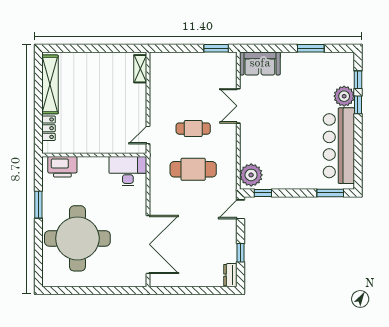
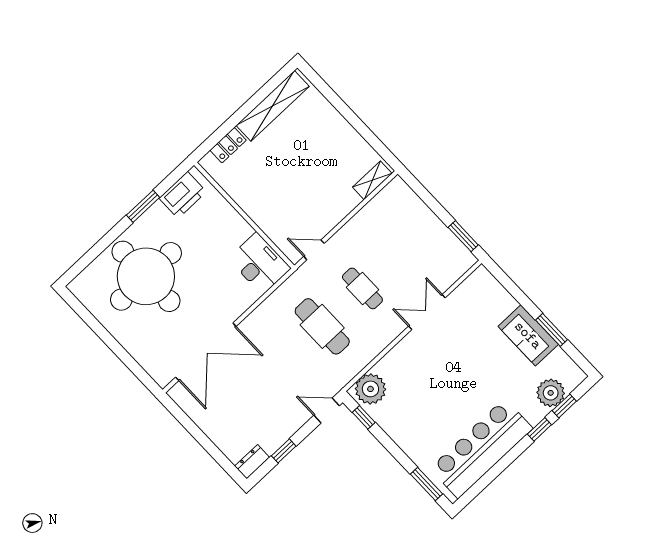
sofa: (260, 63) -> (528, 335), moved
plant: (344, 96) -> (551, 393), moved
printer: (62, 167) -> (183, 195), moved, turned -90

